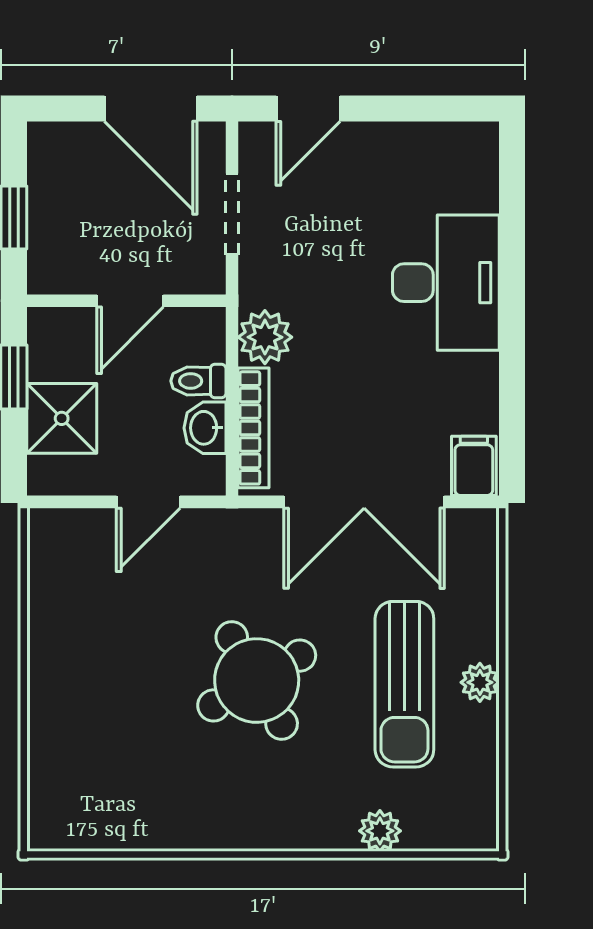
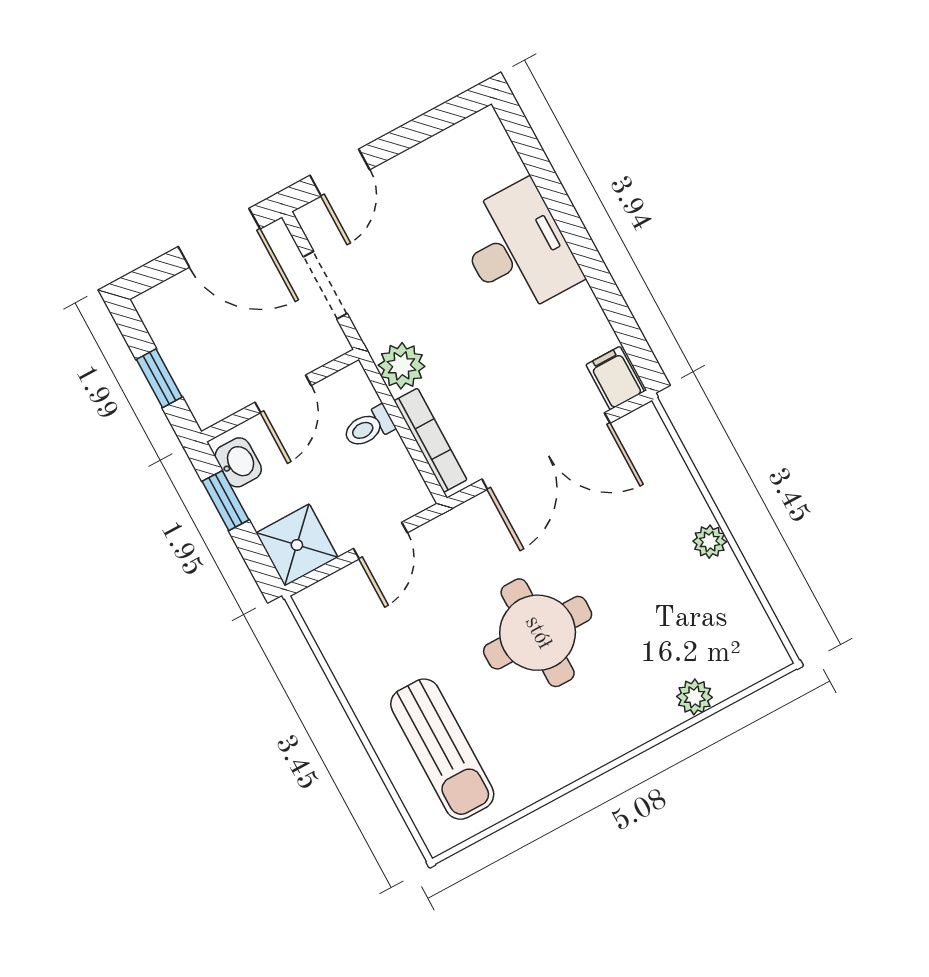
shower: (62, 418) -> (297, 545), moved
washbasin: (205, 428) -> (238, 462), moved, turned 180
round table: (257, 681) -> (538, 633), turned 30
sun lounger: (404, 684) -> (442, 749), moved

